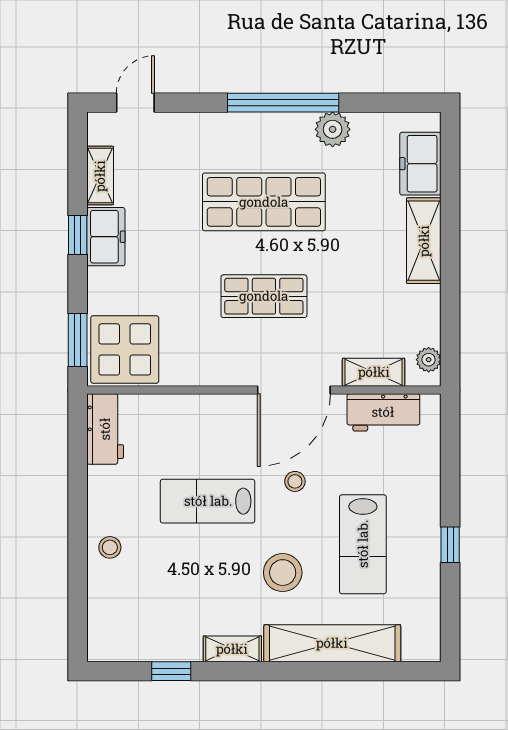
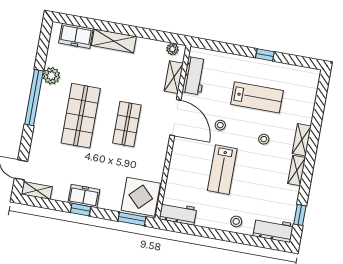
shelving: (100, 176) -> (37, 190), moved
stool: (283, 573) -> (264, 139), width x0.53, depth x0.53
workbench: (107, 624) -> (273, 230), added
shelving: (332, 643) -> (302, 140), width x0.45, depth x0.75
window: (171, 671) -> (300, 215), moved

